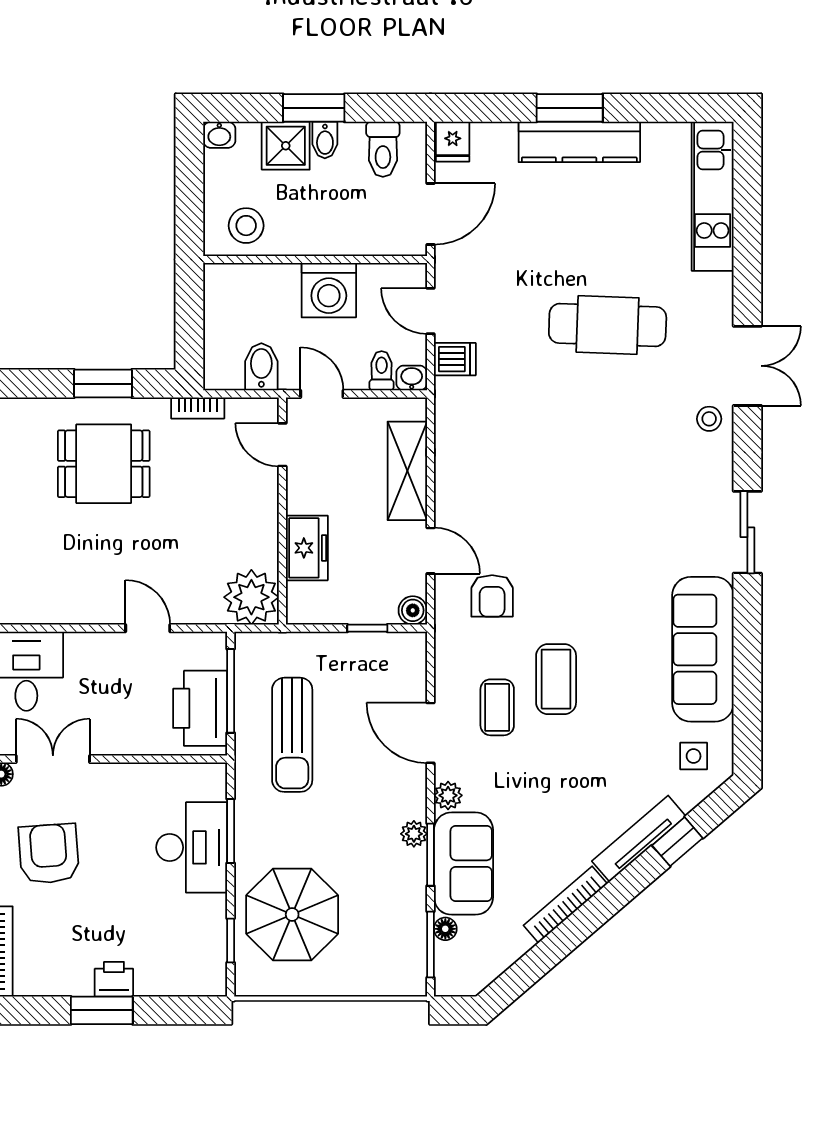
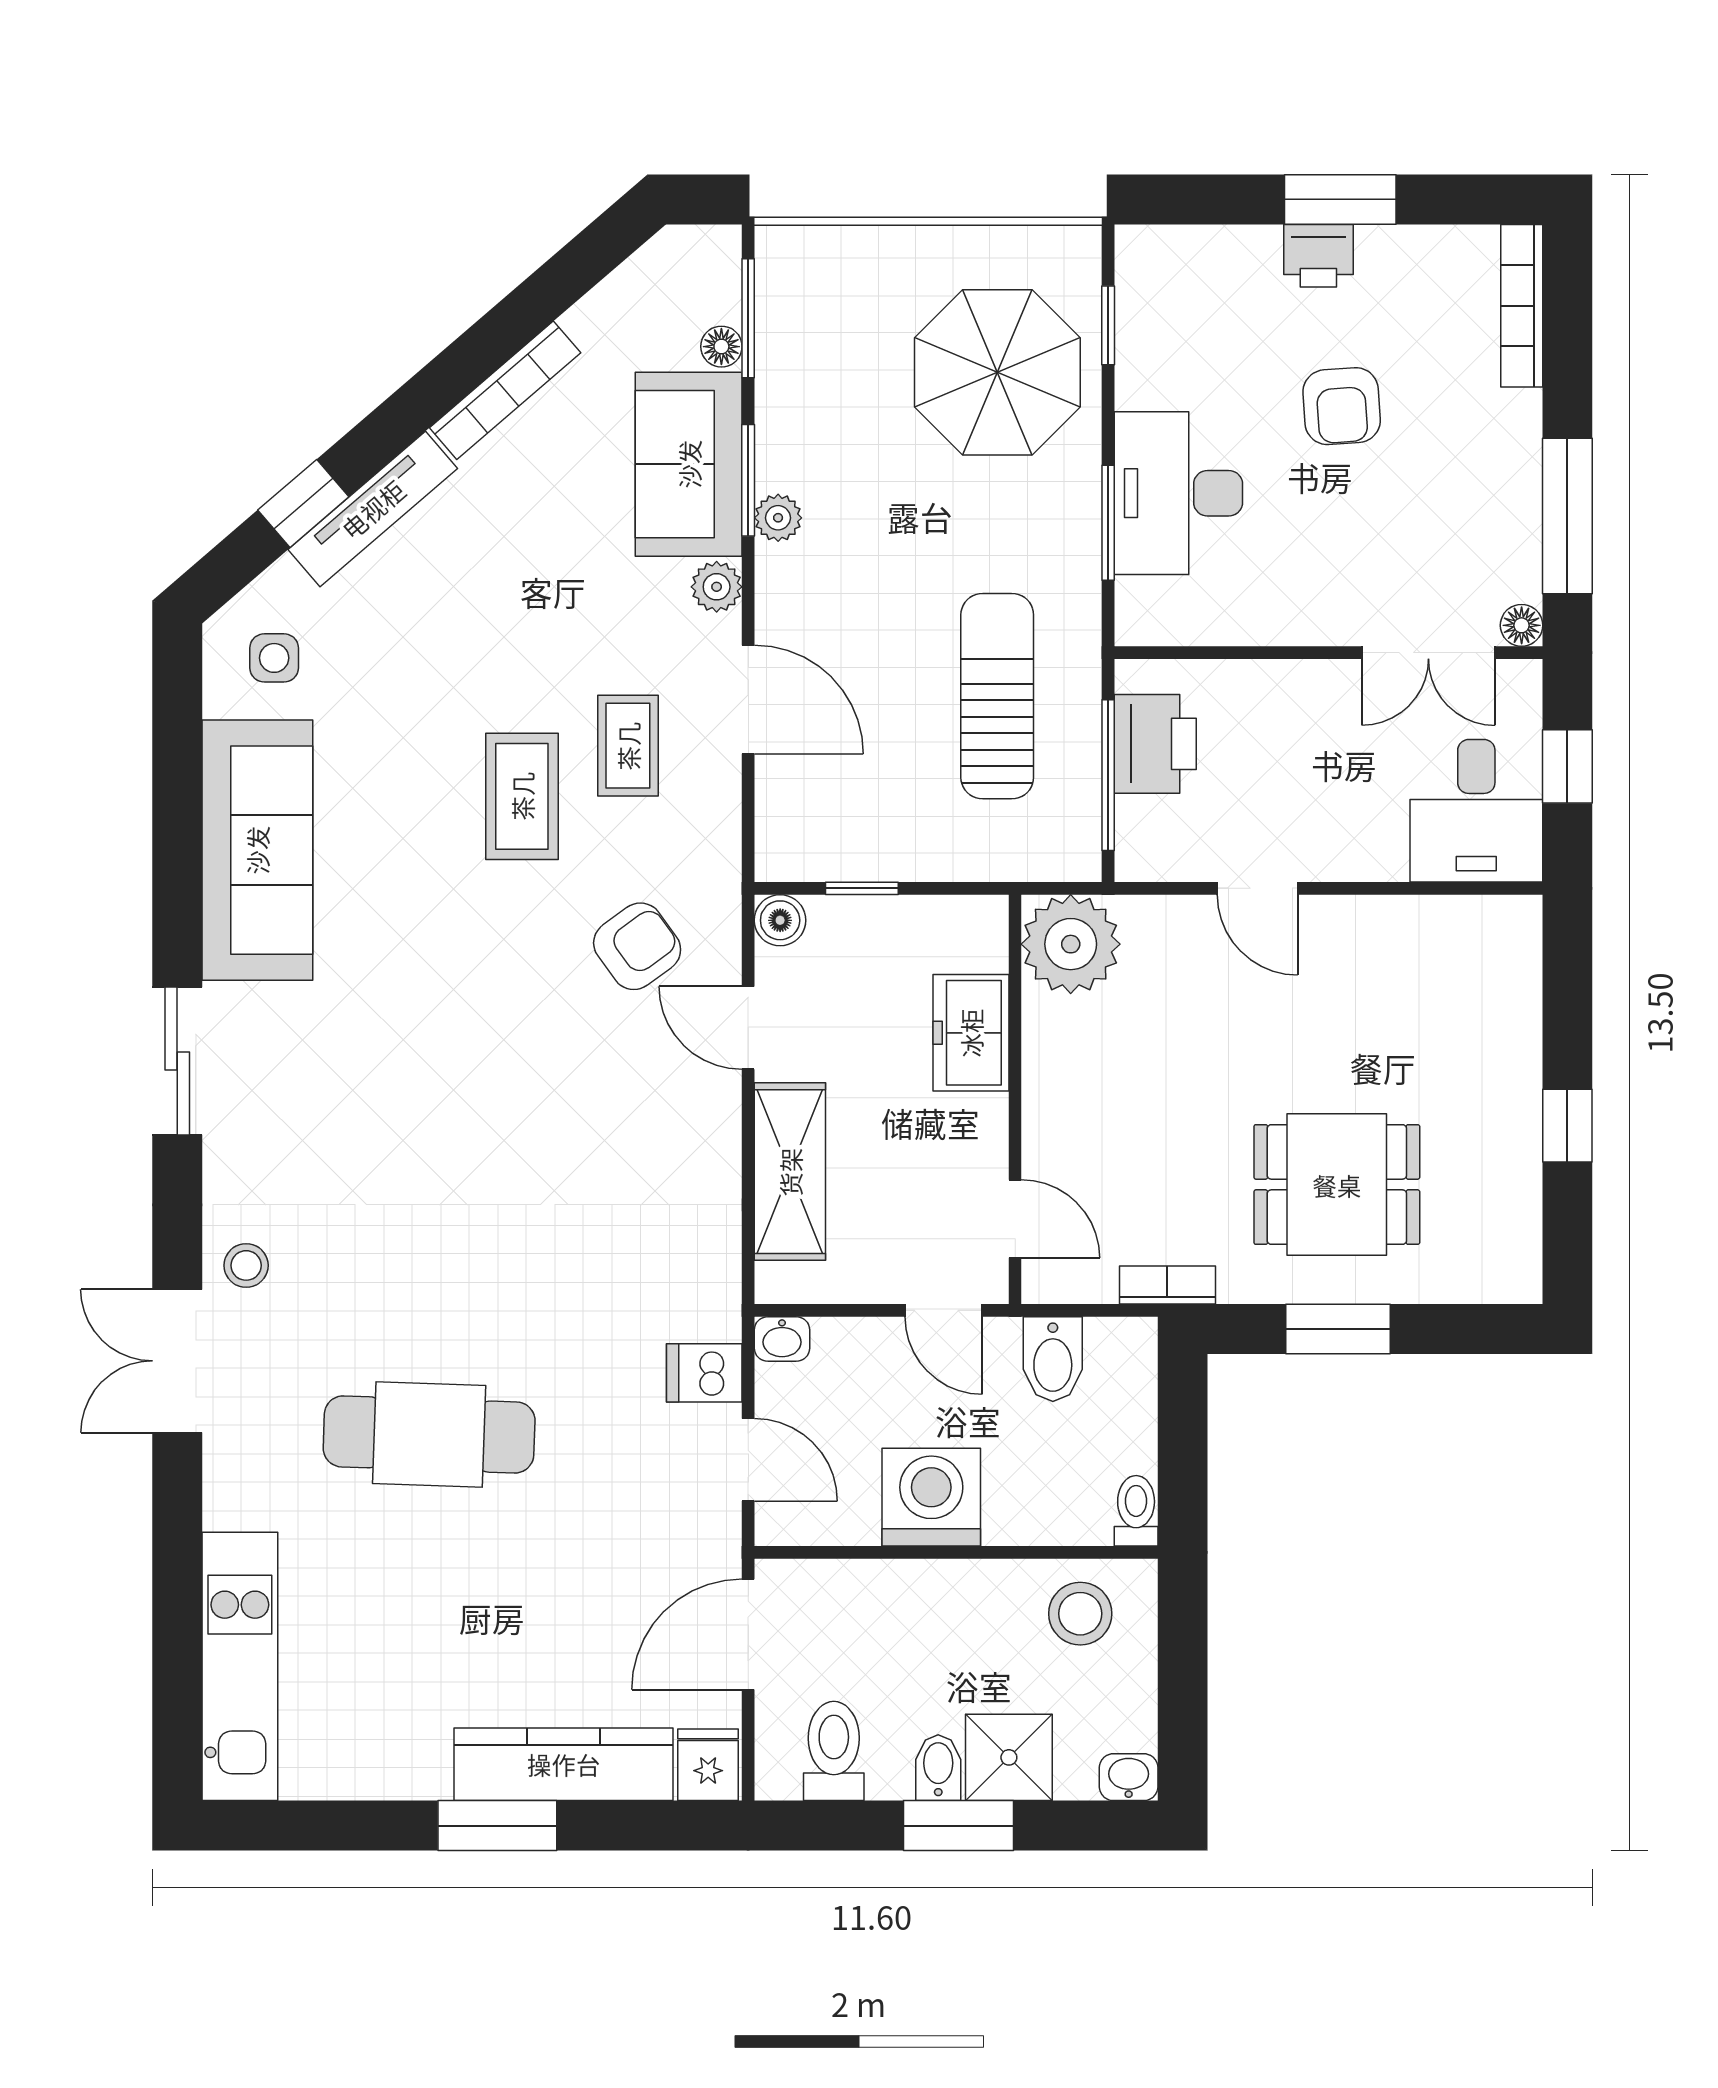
kitchen counter: (579, 142) -> (564, 1764), moved
toilet: (382, 371) -> (1136, 1511), moved, turned 180
armchair: (492, 596) -> (637, 946), turned 54
printer: (200, 708) -> (1155, 744), width x0.73, depth x0.84
armchair: (49, 854) -> (1342, 406), moved, width x0.72, depth x0.72

